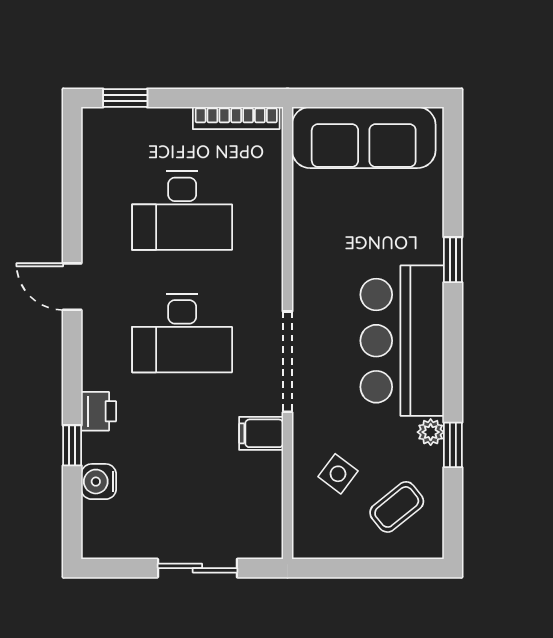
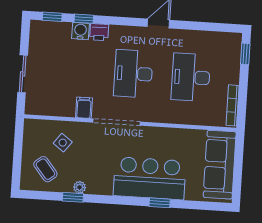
bar counter: (402, 341) -> (150, 178), moved
water cooler: (99, 482) -> (80, 31), moved
window: (72, 513) -> (52, 17), added

